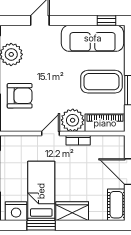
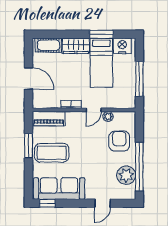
armchair: (20, 96) -> (119, 141), turned 90
plant: (73, 120) -> (108, 116), moved, width x0.53, depth x0.53
cot: (116, 205) -> (48, 45), moved, turned 90

